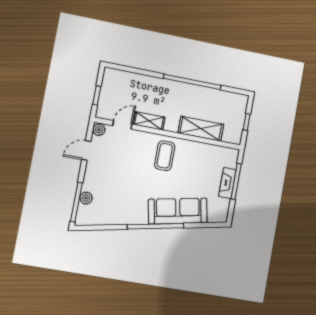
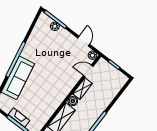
door: (122, 125) -> (88, 71), swing flipped
boiler: (171, 125) -> (73, 101), added
coffee table: (165, 156) -> (56, 87), removed

